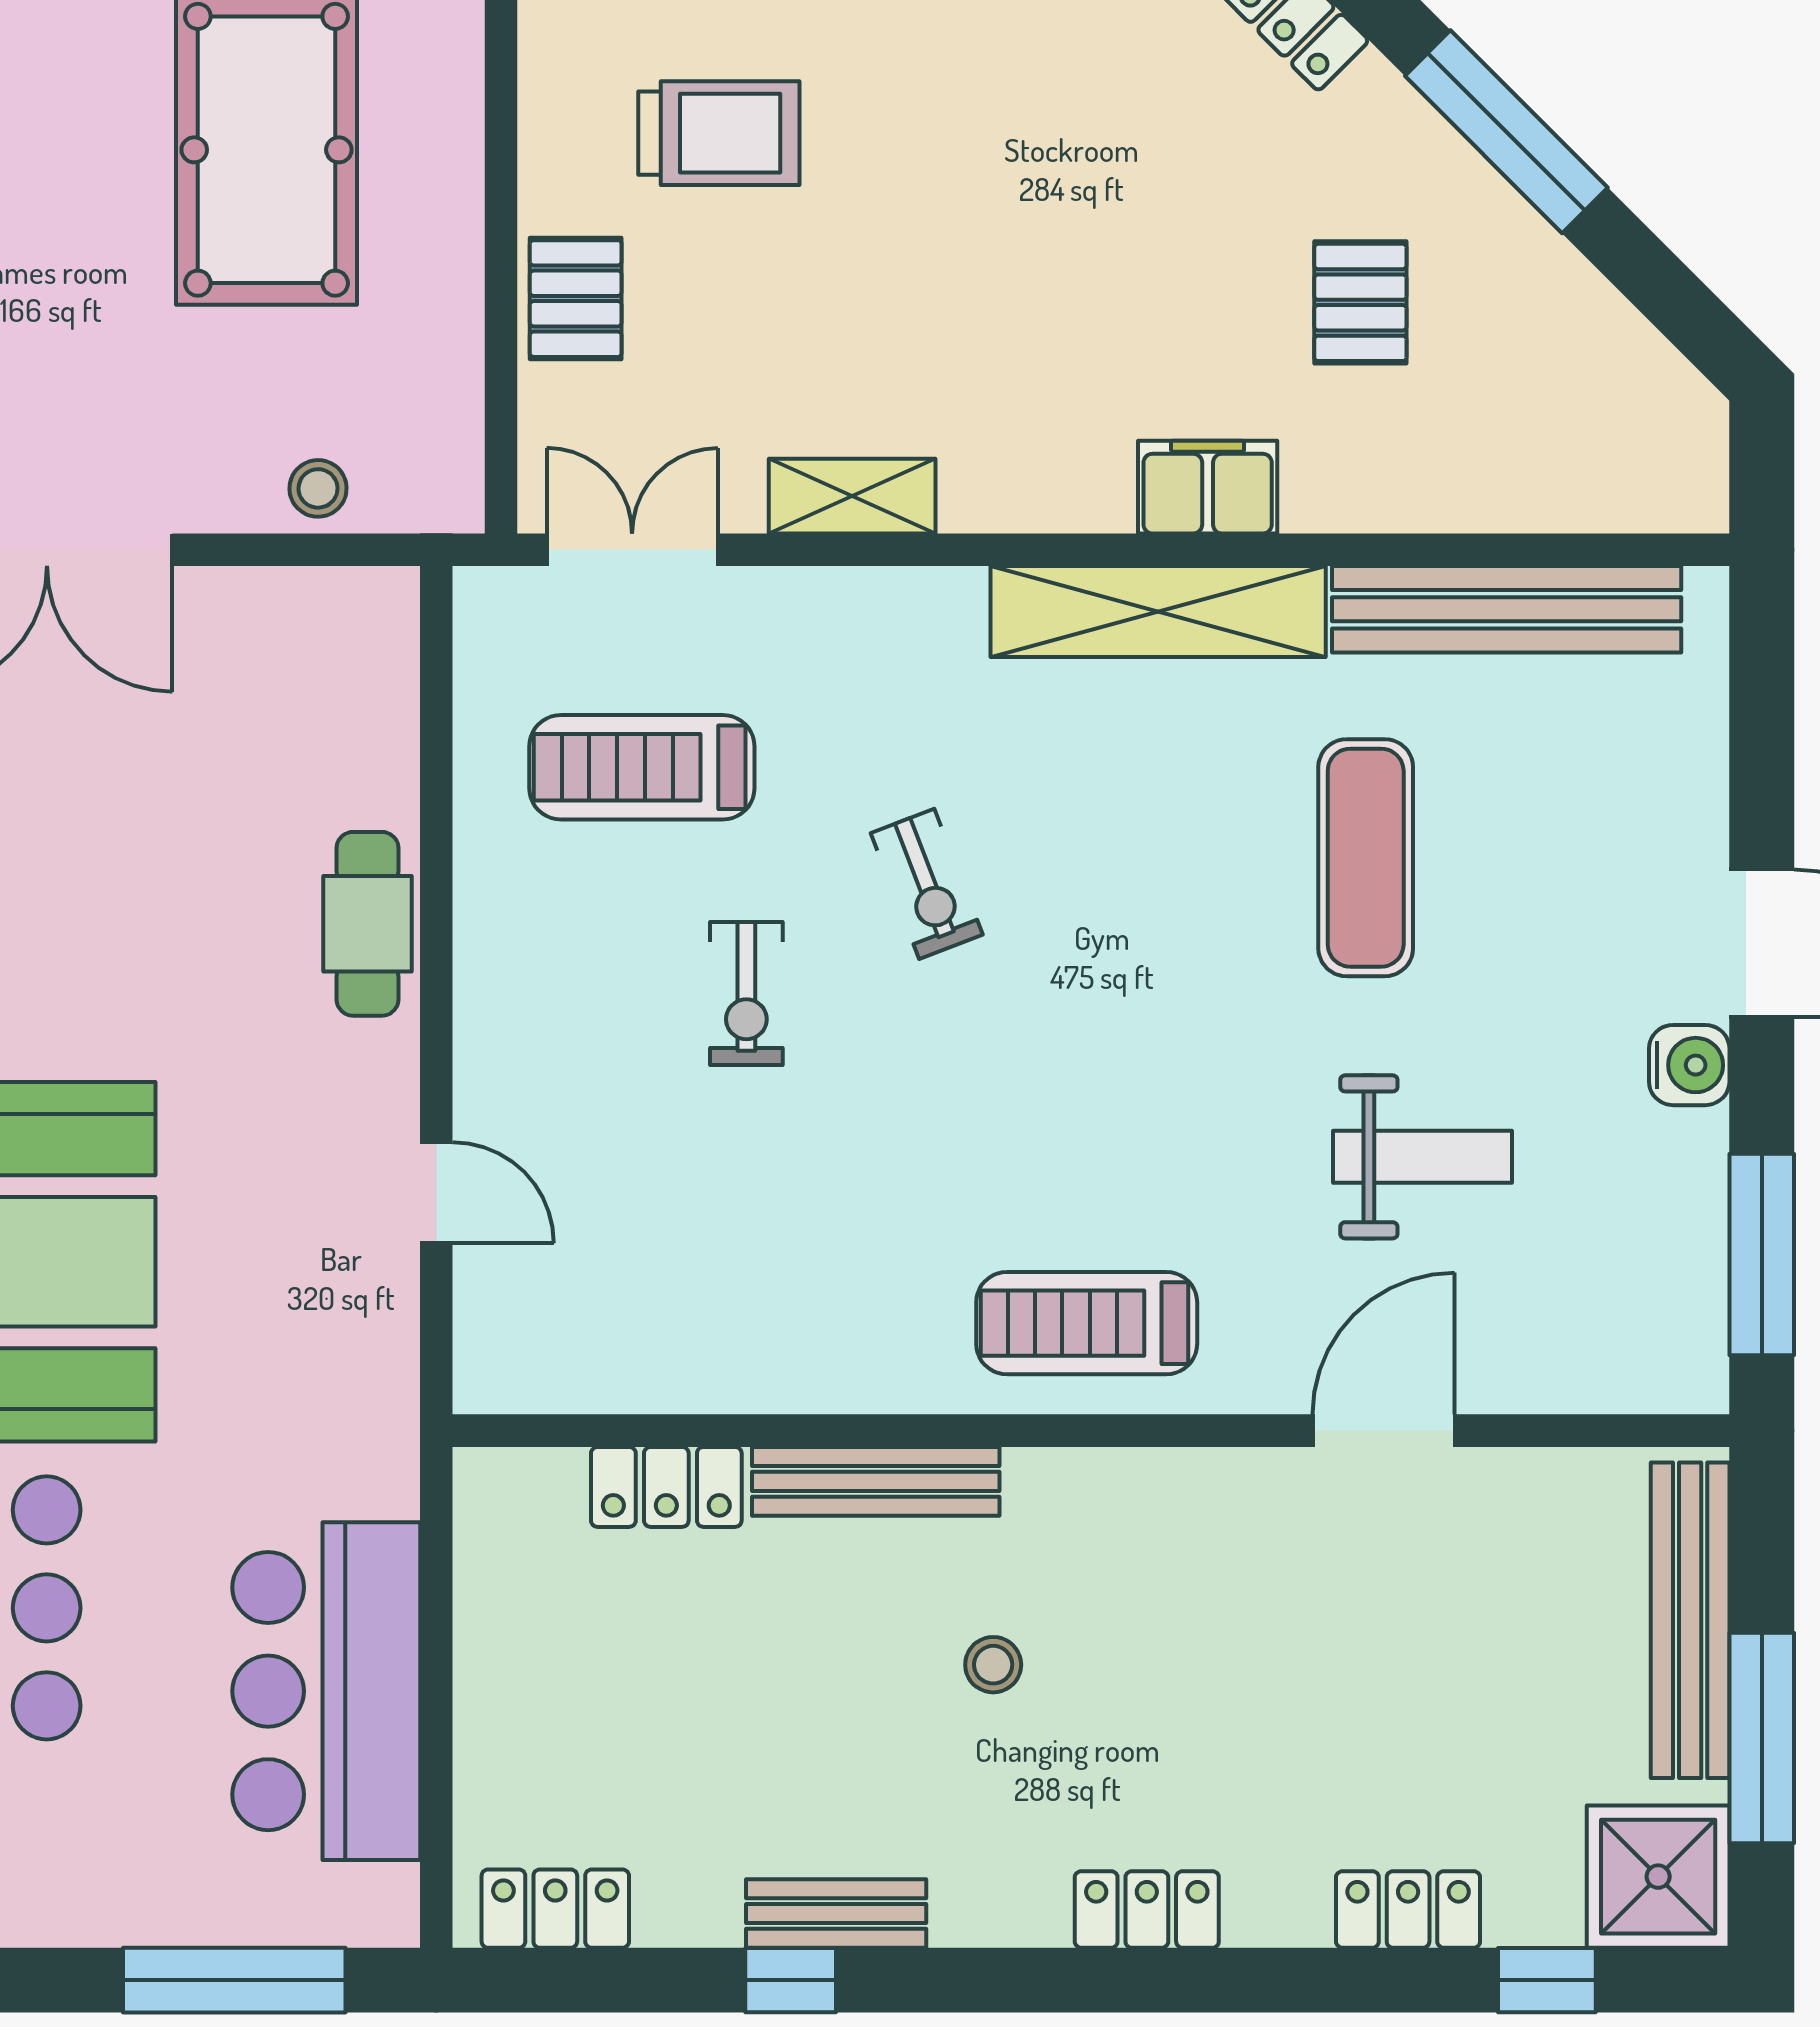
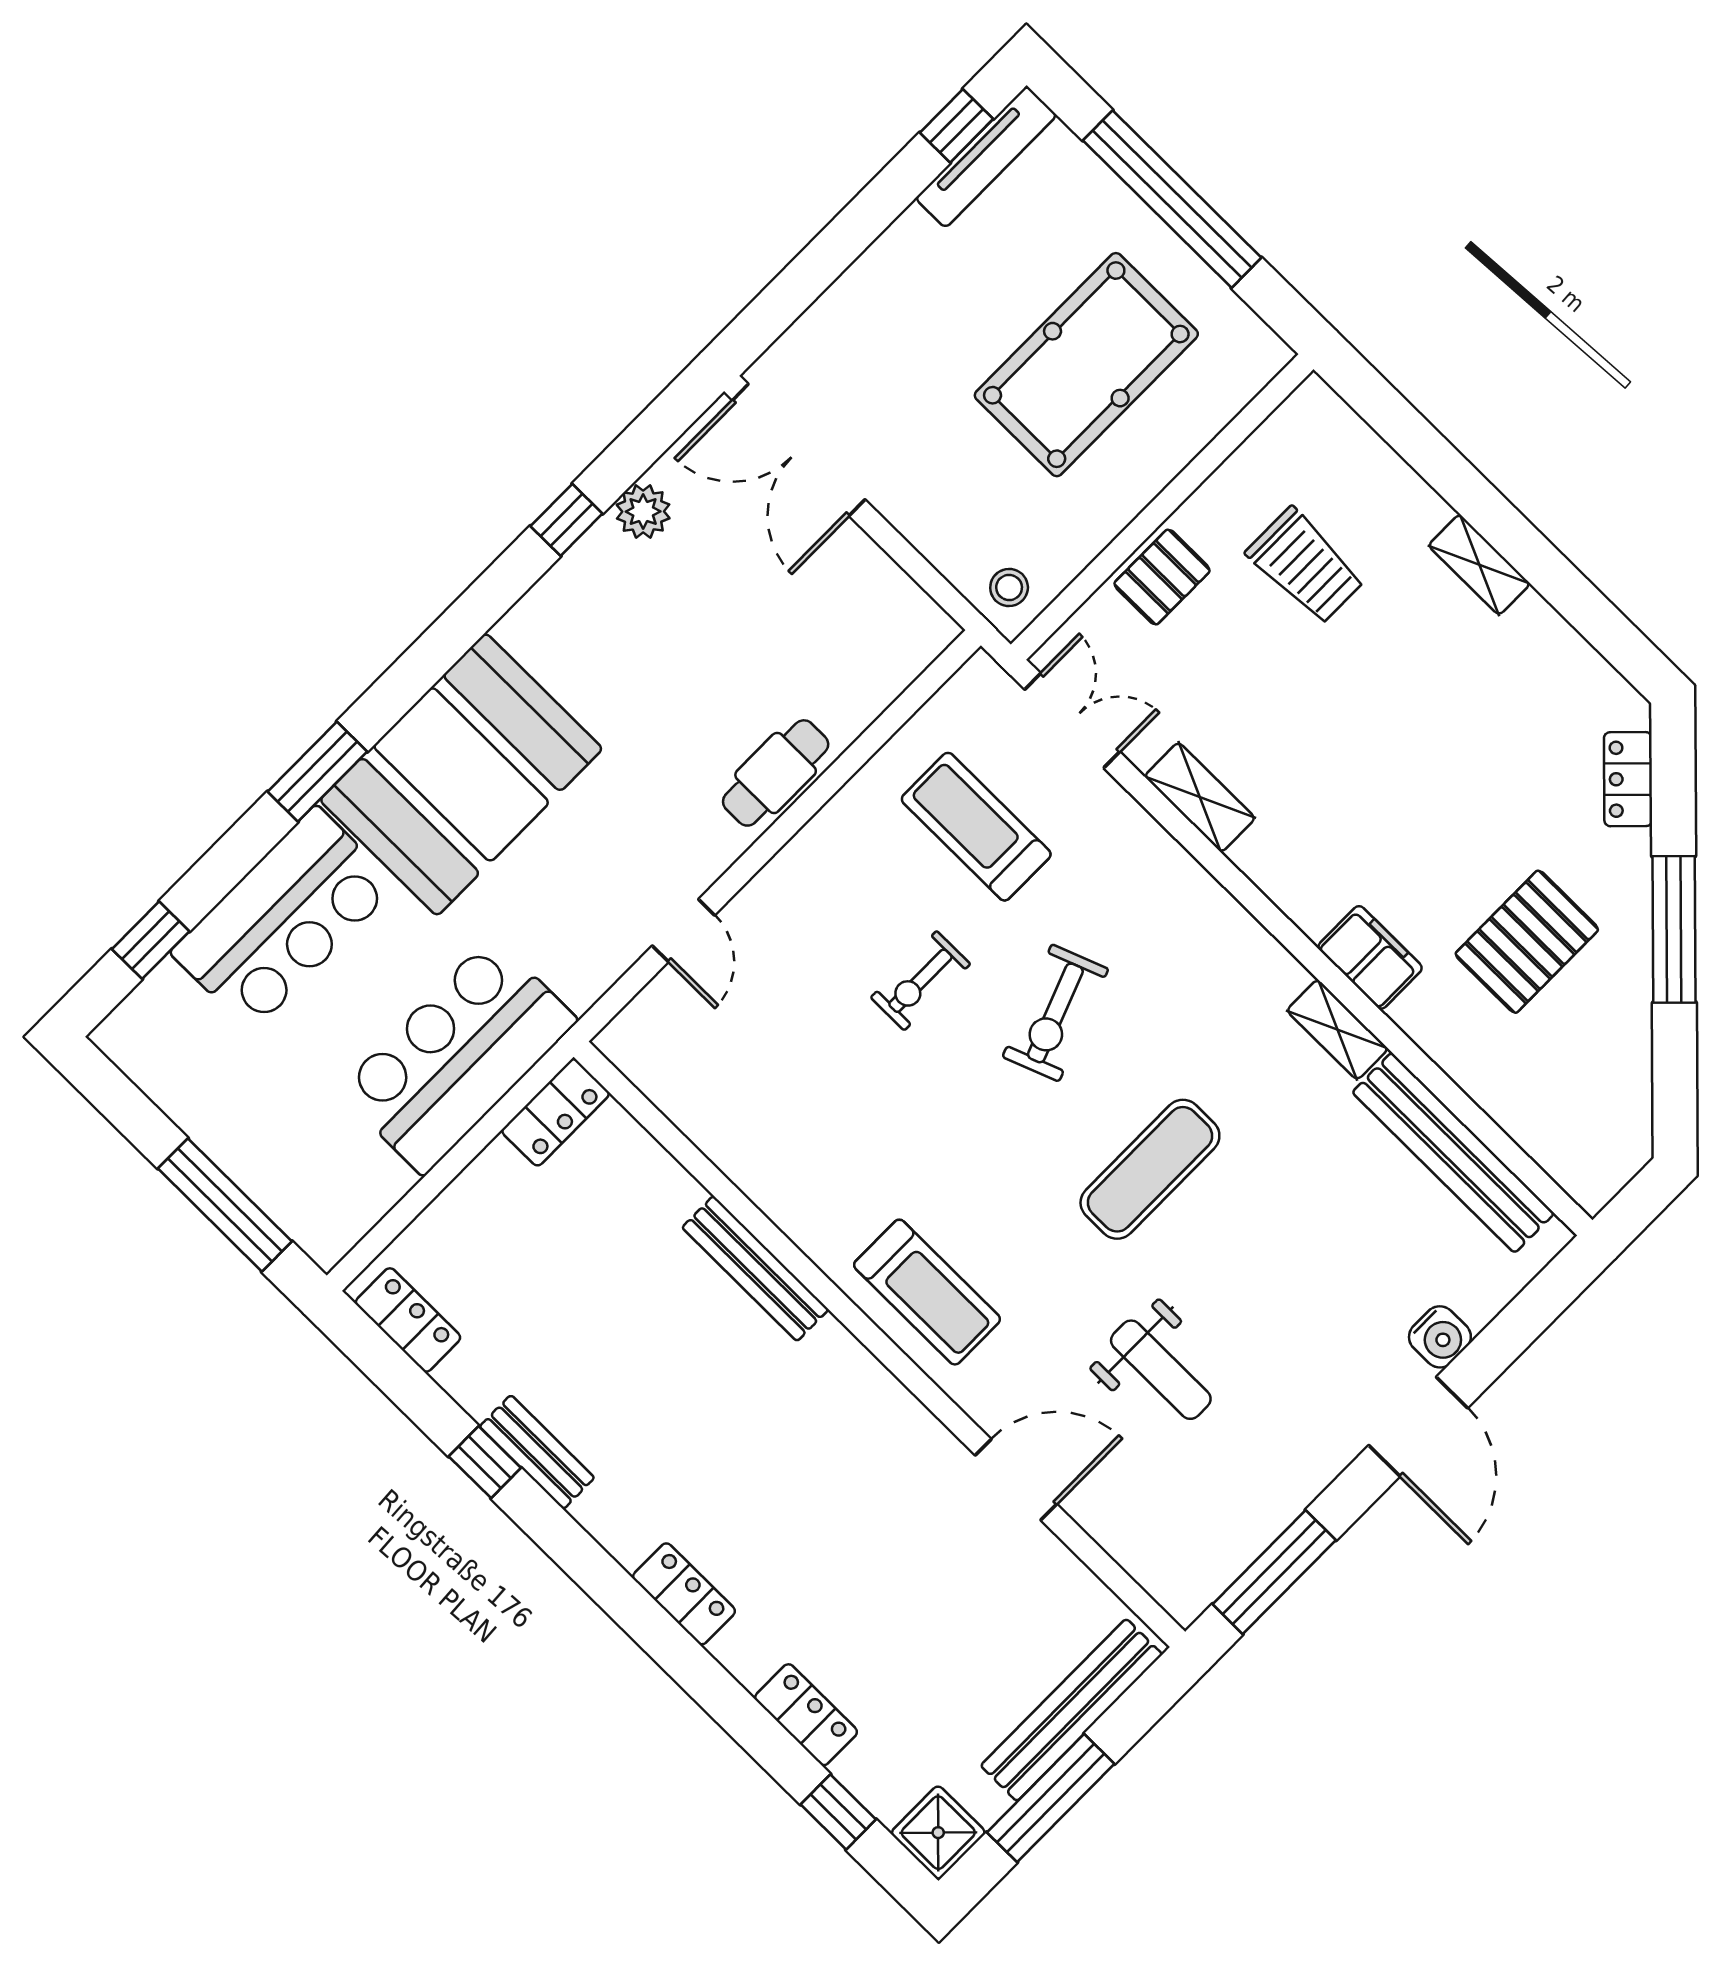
pallet: (1360, 302) -> (1527, 942), width x1.50, depth x1.42
stool: (318, 488) -> (1009, 587), moved
shelving: (1158, 612) -> (1337, 1030), width x0.45, depth x0.75
exercise mat: (1366, 858) -> (1150, 1169), moved
exercise bike: (927, 884) -> (1055, 1013), width x1.38, depth x1.39
water cooler: (1689, 1065) -> (1440, 1337), moved
treadmill: (1087, 1323) -> (927, 1292), turned 180
locker: (666, 1487) -> (556, 1112), moved, turned -90
stool: (993, 1665) -> (725, 1408), removed
bar counter: (326, 1691) -> (458, 1056), moved
shower: (1658, 1877) -> (938, 1833), width x0.73, depth x0.73

